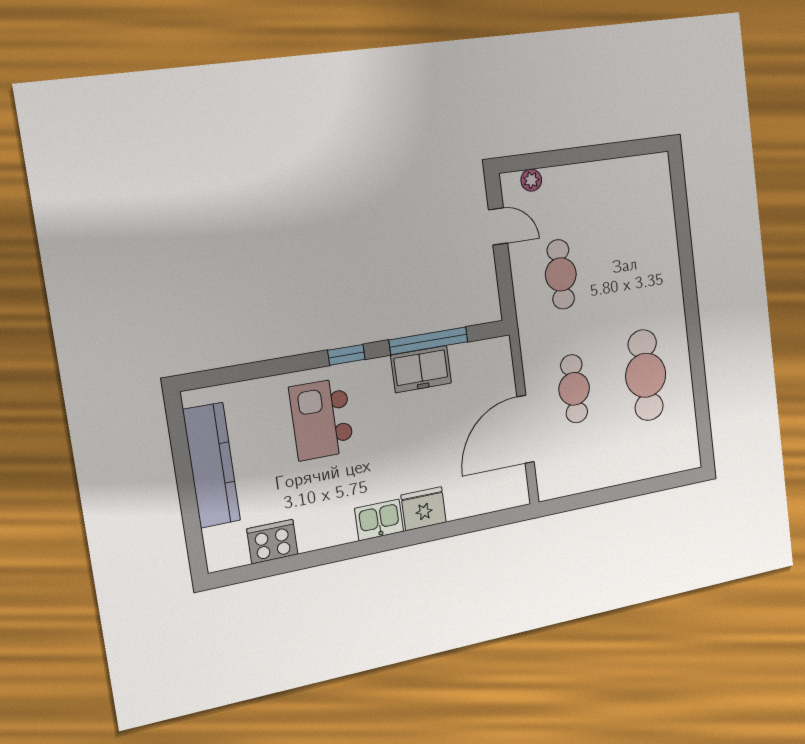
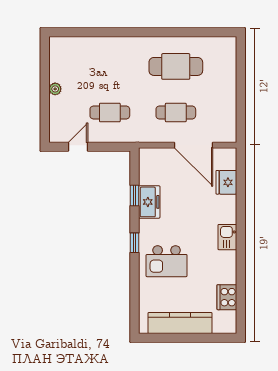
plant: (531, 180) -> (55, 89), moved
window: (429, 341) -> (134, 196), width x0.46
fridge: (424, 509) -> (226, 182), moved

